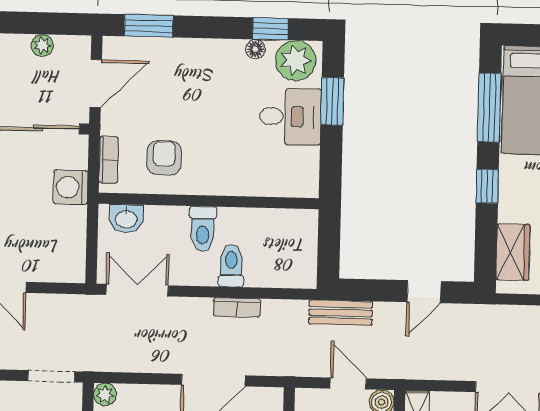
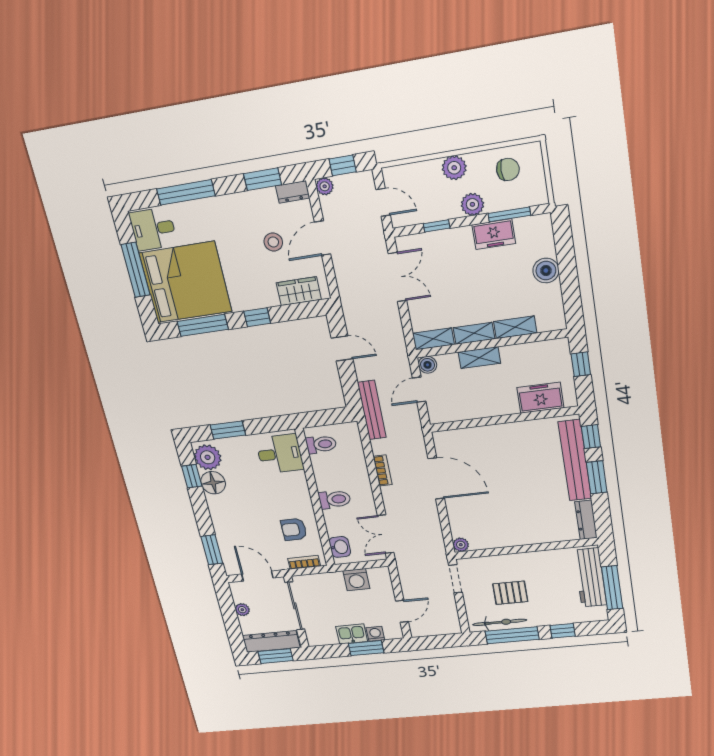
floor lamp: (255, 49) -> (213, 483), width x1.89, depth x1.89
desk: (290, 117) -> (280, 454), moved, turned 90
washing machine: (71, 187) -> (356, 580), moved
toilet: (231, 266) -> (321, 444), moved, turned 180
bench: (341, 313) -> (372, 410), width x1.36

